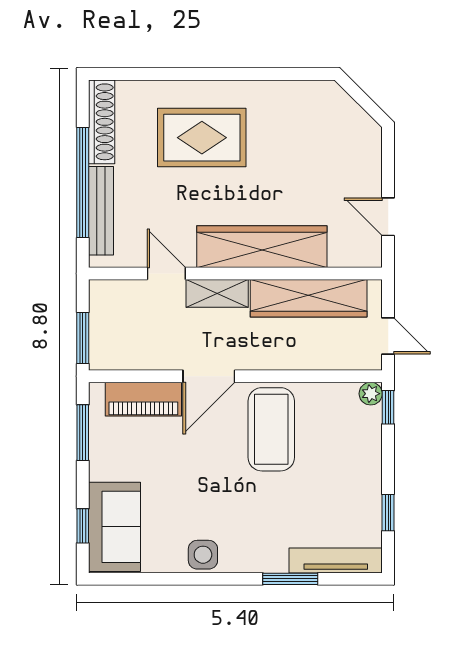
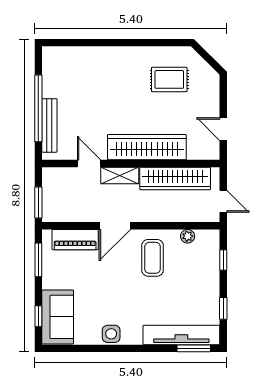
shoe rack: (102, 122) -> (50, 72), removed
rug: (202, 138) -> (169, 79), moved, width x0.73, depth x0.70
plant: (371, 394) -> (188, 236), moved
window: (388, 407) -> (223, 260), moved
coffee table: (271, 429) -> (153, 258), width x0.73, depth x0.76
tv unit: (336, 560) -> (181, 335), width x1.36, depth x1.29
window: (290, 579) -> (194, 348), moved

